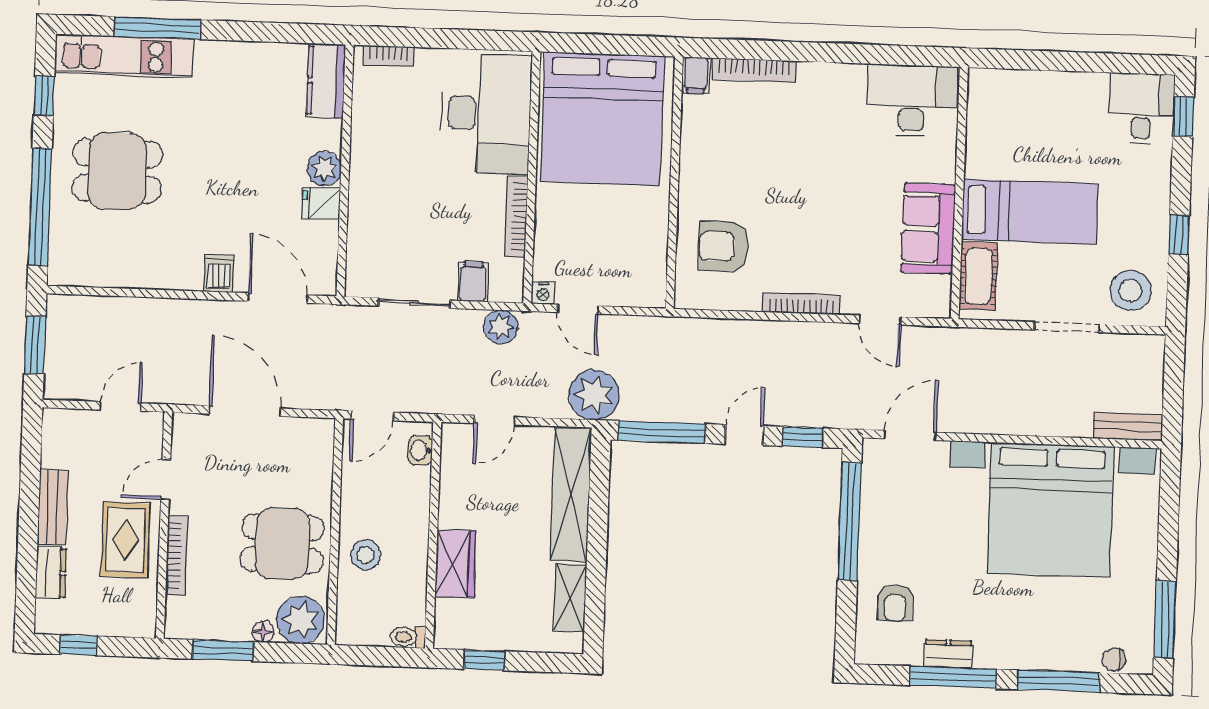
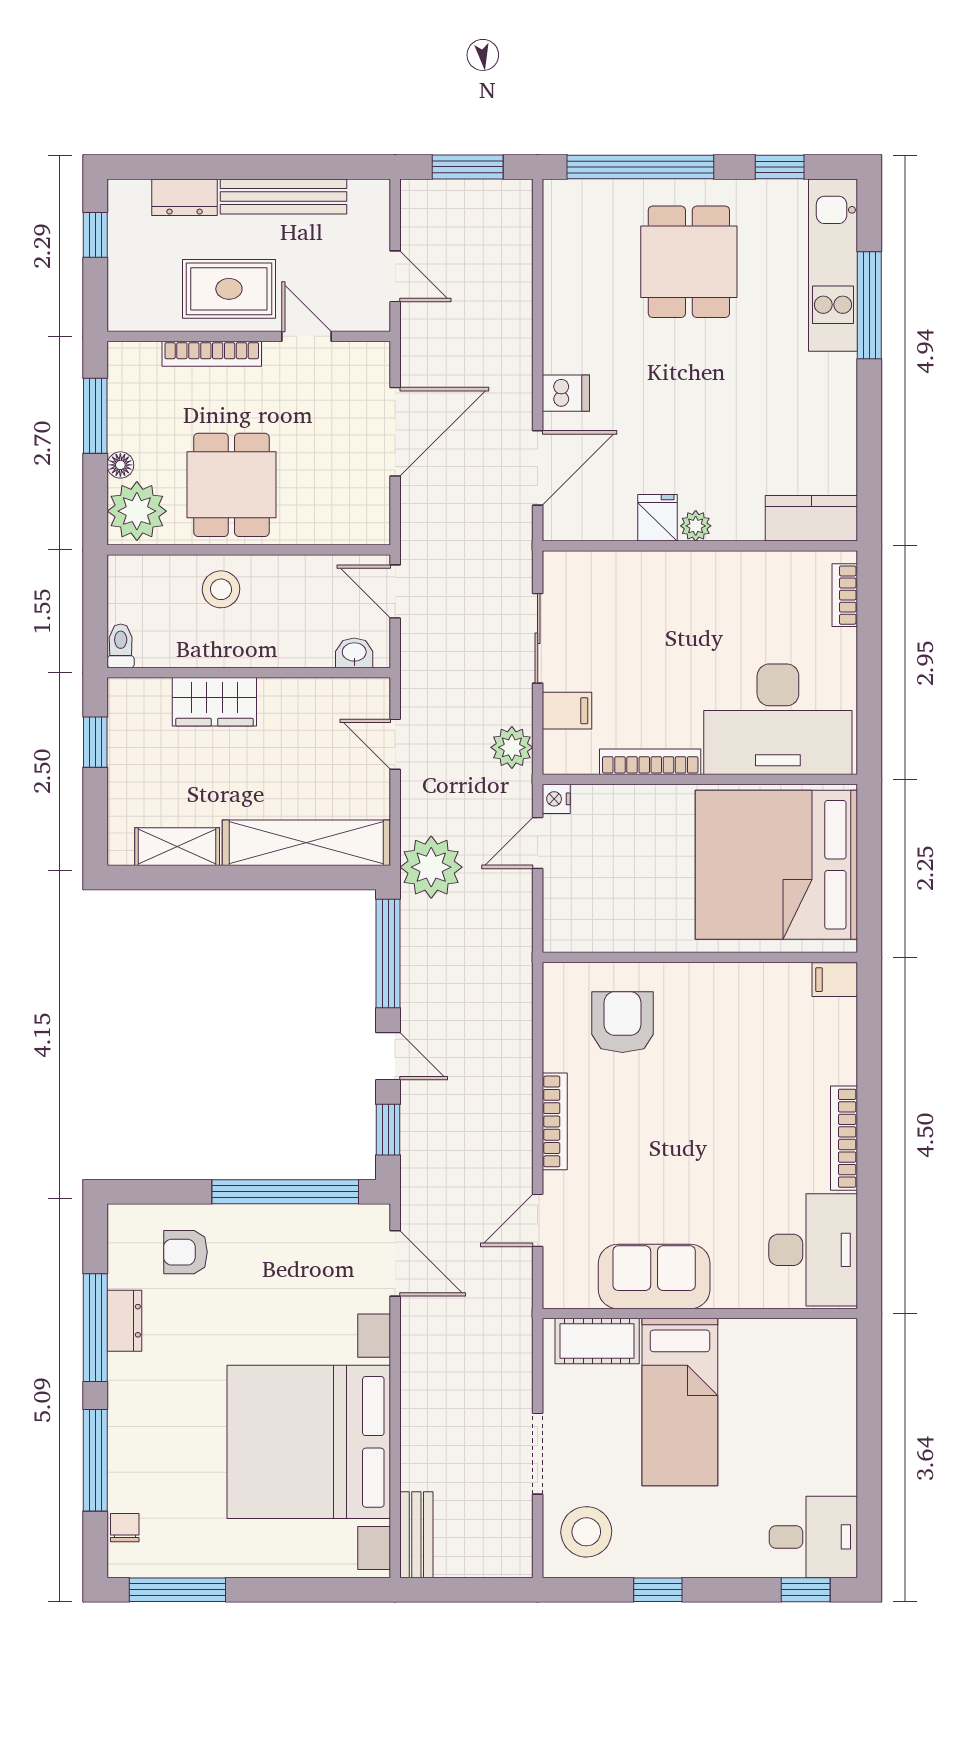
bookcase: (754, 70) -> (844, 1138), moved
plant: (324, 169) -> (696, 526), width x0.73, depth x0.73
bench: (53, 507) -> (284, 196), width x1.36

